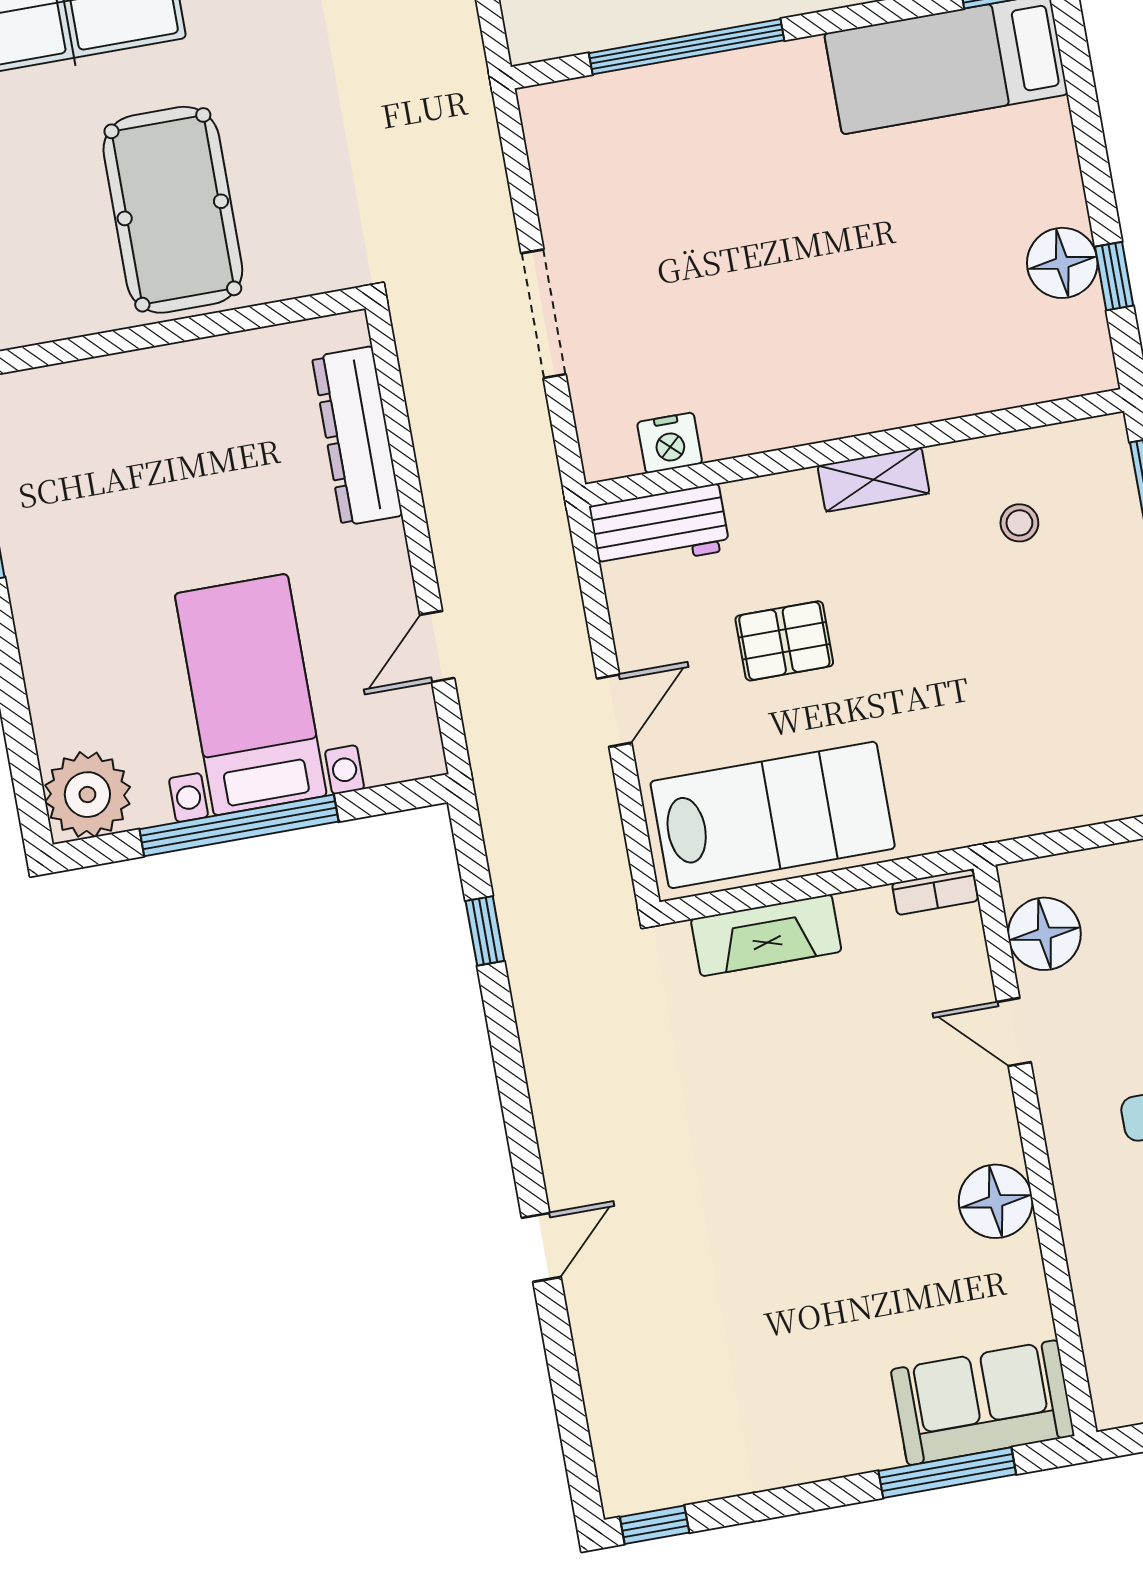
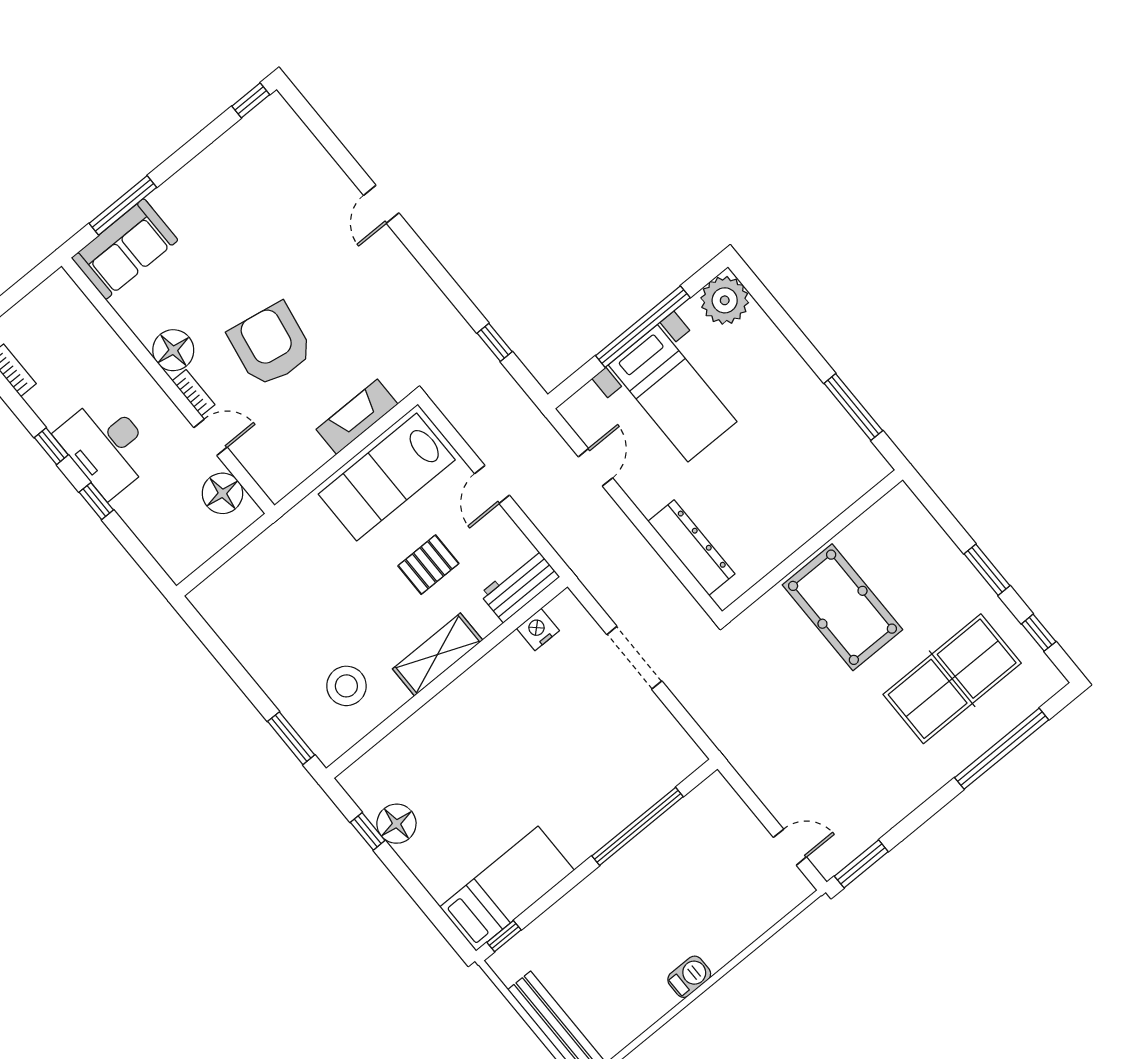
shelving: (874, 480) -> (438, 654), width x1.50, depth x1.33
stool: (1019, 523) -> (346, 686), width x1.89, depth x1.89
bookcase: (935, 892) -> (193, 393), moved, turned 90
armchair: (838, 1124) -> (271, 345), added

